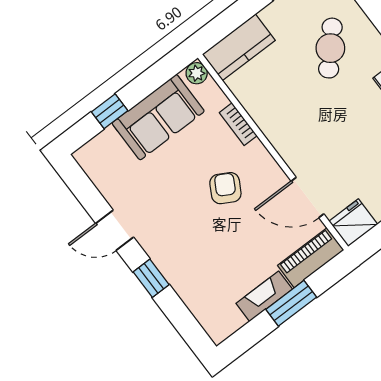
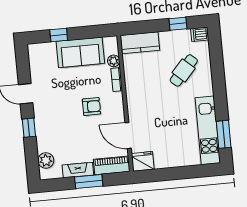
plant: (197, 73) -> (114, 61), moved
armchair: (225, 188) -> (91, 107), turned 61
plant: (207, 312) -> (46, 160), added

